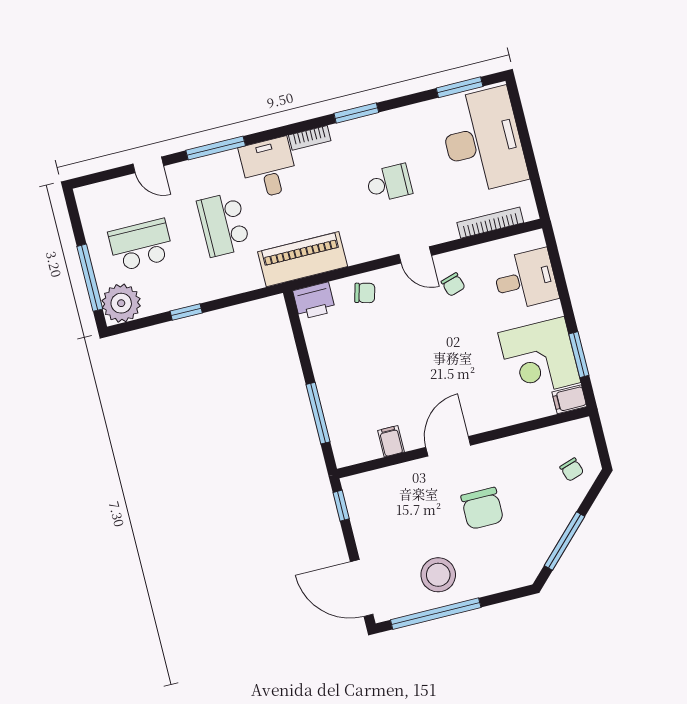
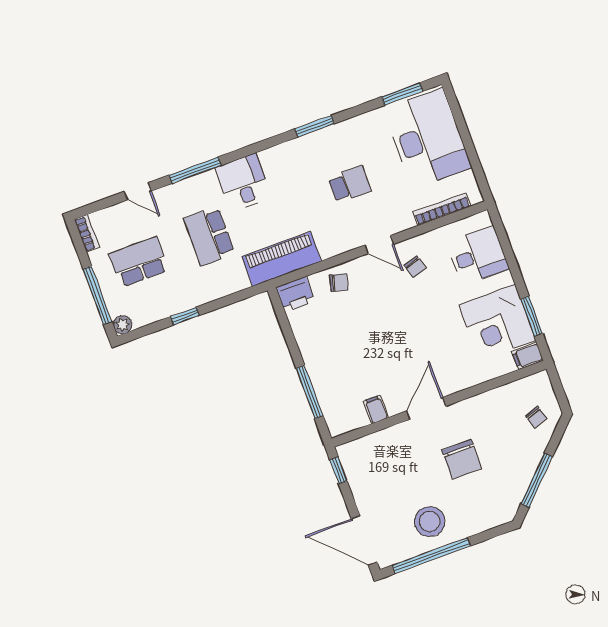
bookcase: (310, 138) -> (87, 233), moved, turned -90
plant: (121, 303) -> (123, 325), width x0.53, depth x0.53

